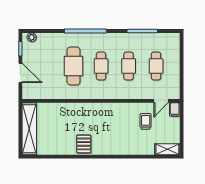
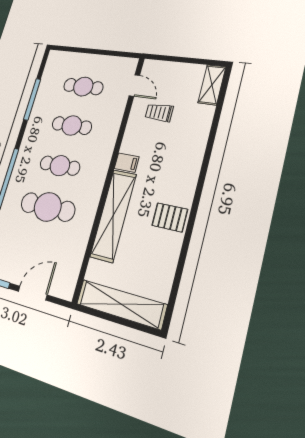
shelving: (78, 110) -> (113, 215), added
filing cabinet: (175, 110) -> (127, 163), moved

